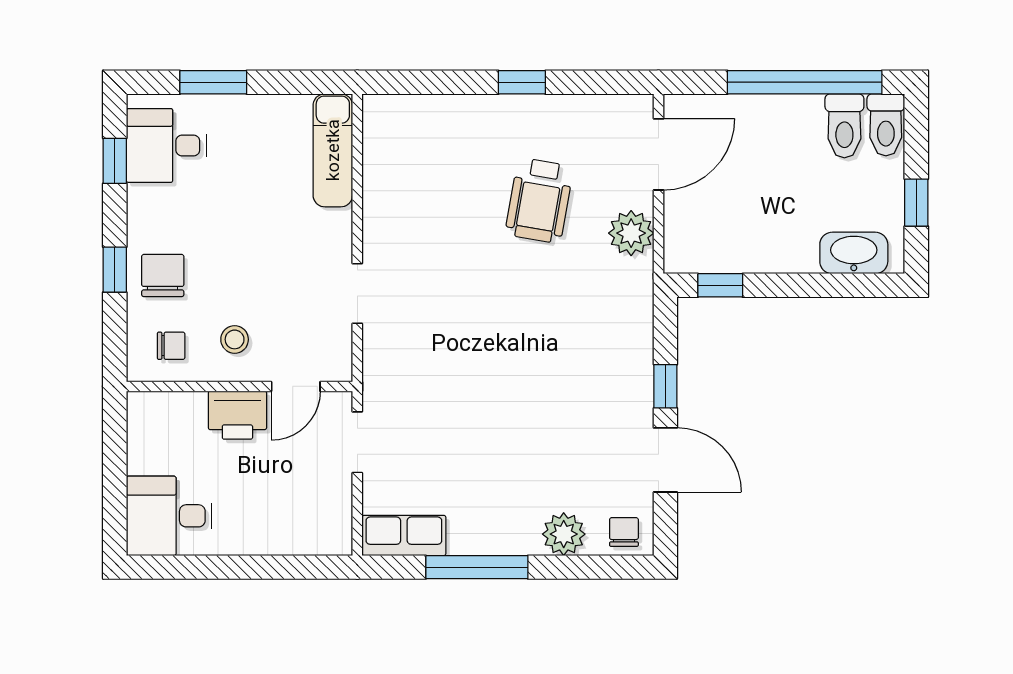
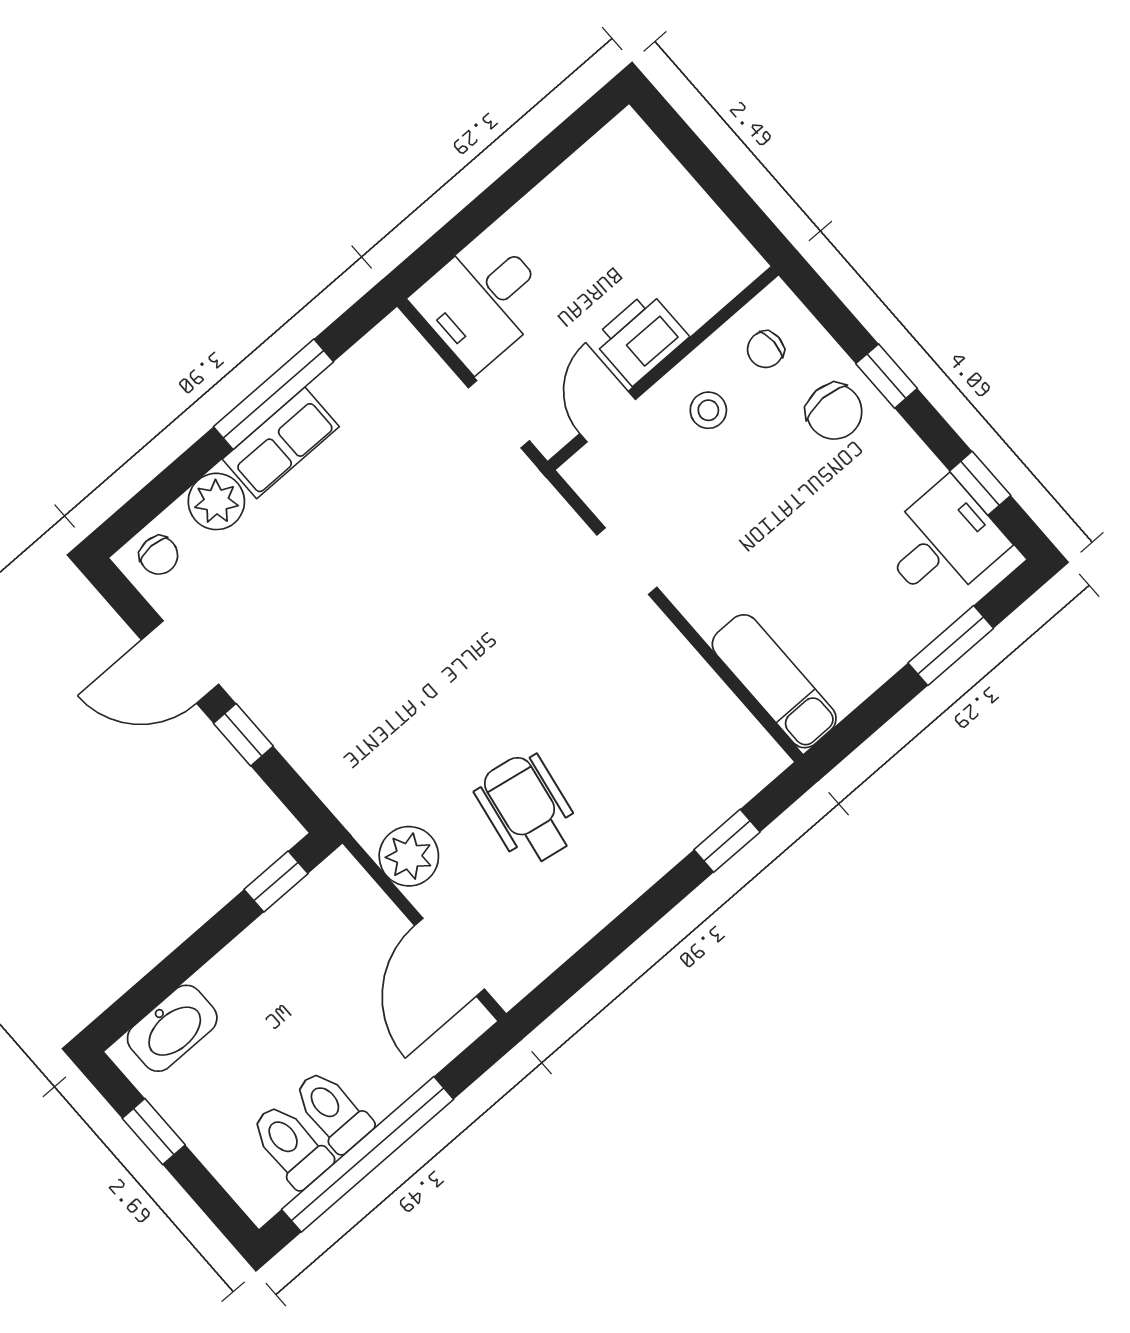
window: (522, 82) -> (727, 841), moved
toilet: (886, 125) -> (332, 1111), moved
desk: (169, 516) -> (482, 301), moved, turned 180
row of seats: (404, 535) -> (281, 443), moved

